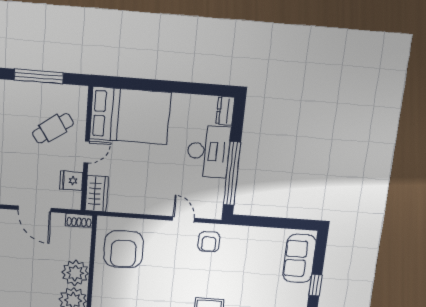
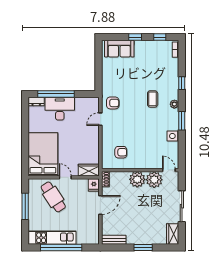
cafe table: (53, 128) -> (53, 197), width x1.37, depth x1.35
window: (232, 173) -> (56, 94), moved
fridge: (71, 181) -> (94, 185), moved
armchair: (124, 249) -> (121, 152), width x0.53, depth x0.53

